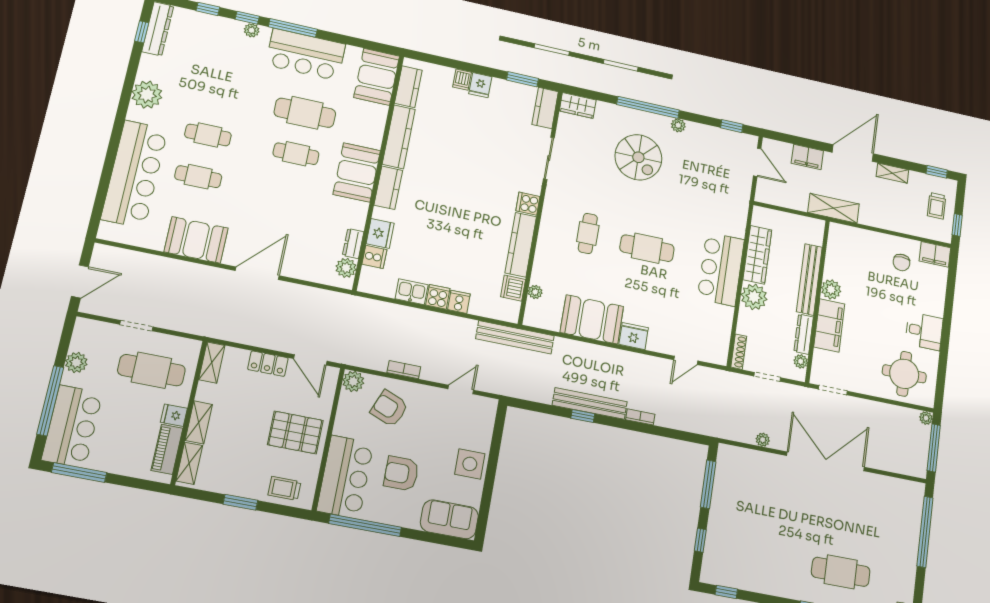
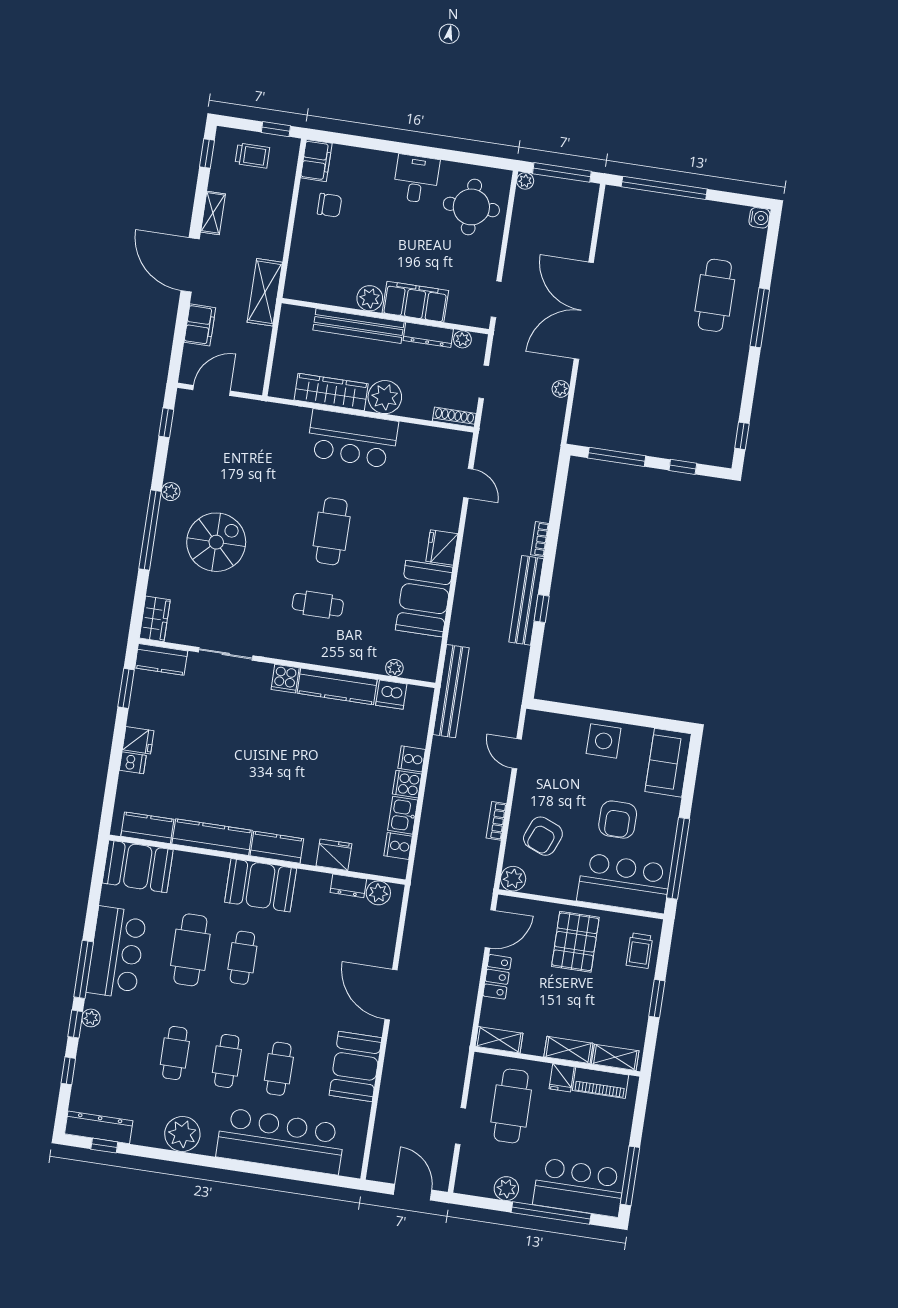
cafe table: (217, 94) -> (175, 1053), added
cooker: (374, 257) -> (398, 846), moved, turned -90

